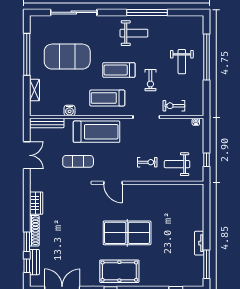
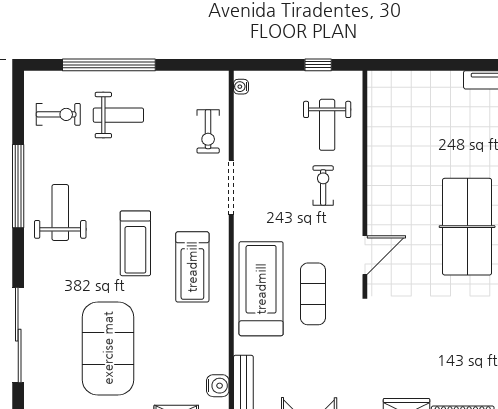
exercise bike: (150, 80) -> (58, 114), moved
water cooler: (70, 110) -> (218, 386), moved
exercise mat: (78, 161) -> (313, 294), moved

